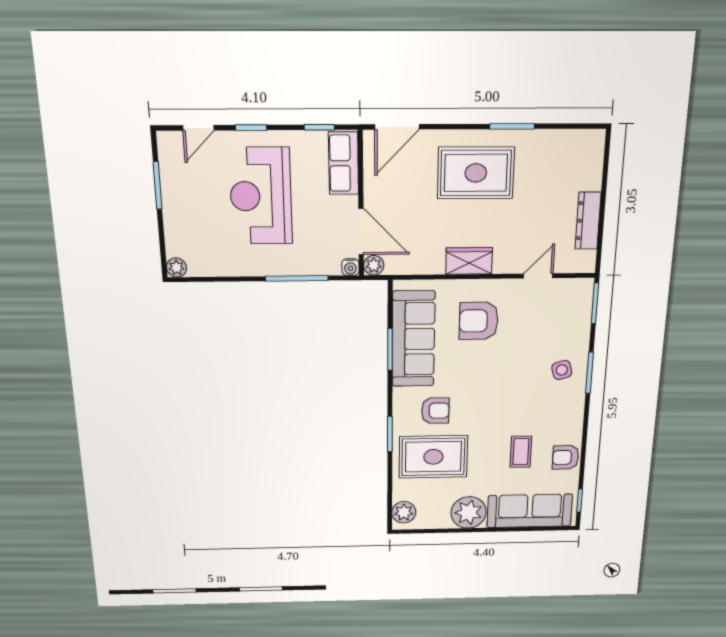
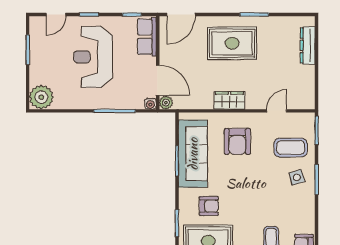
dresser: (588, 221) -> (308, 45), moved
plant: (176, 268) -> (41, 97), width x1.88, depth x1.88
armchair: (479, 321) -> (237, 141), turned -90
coffee table: (556, 328) -> (291, 147), added

